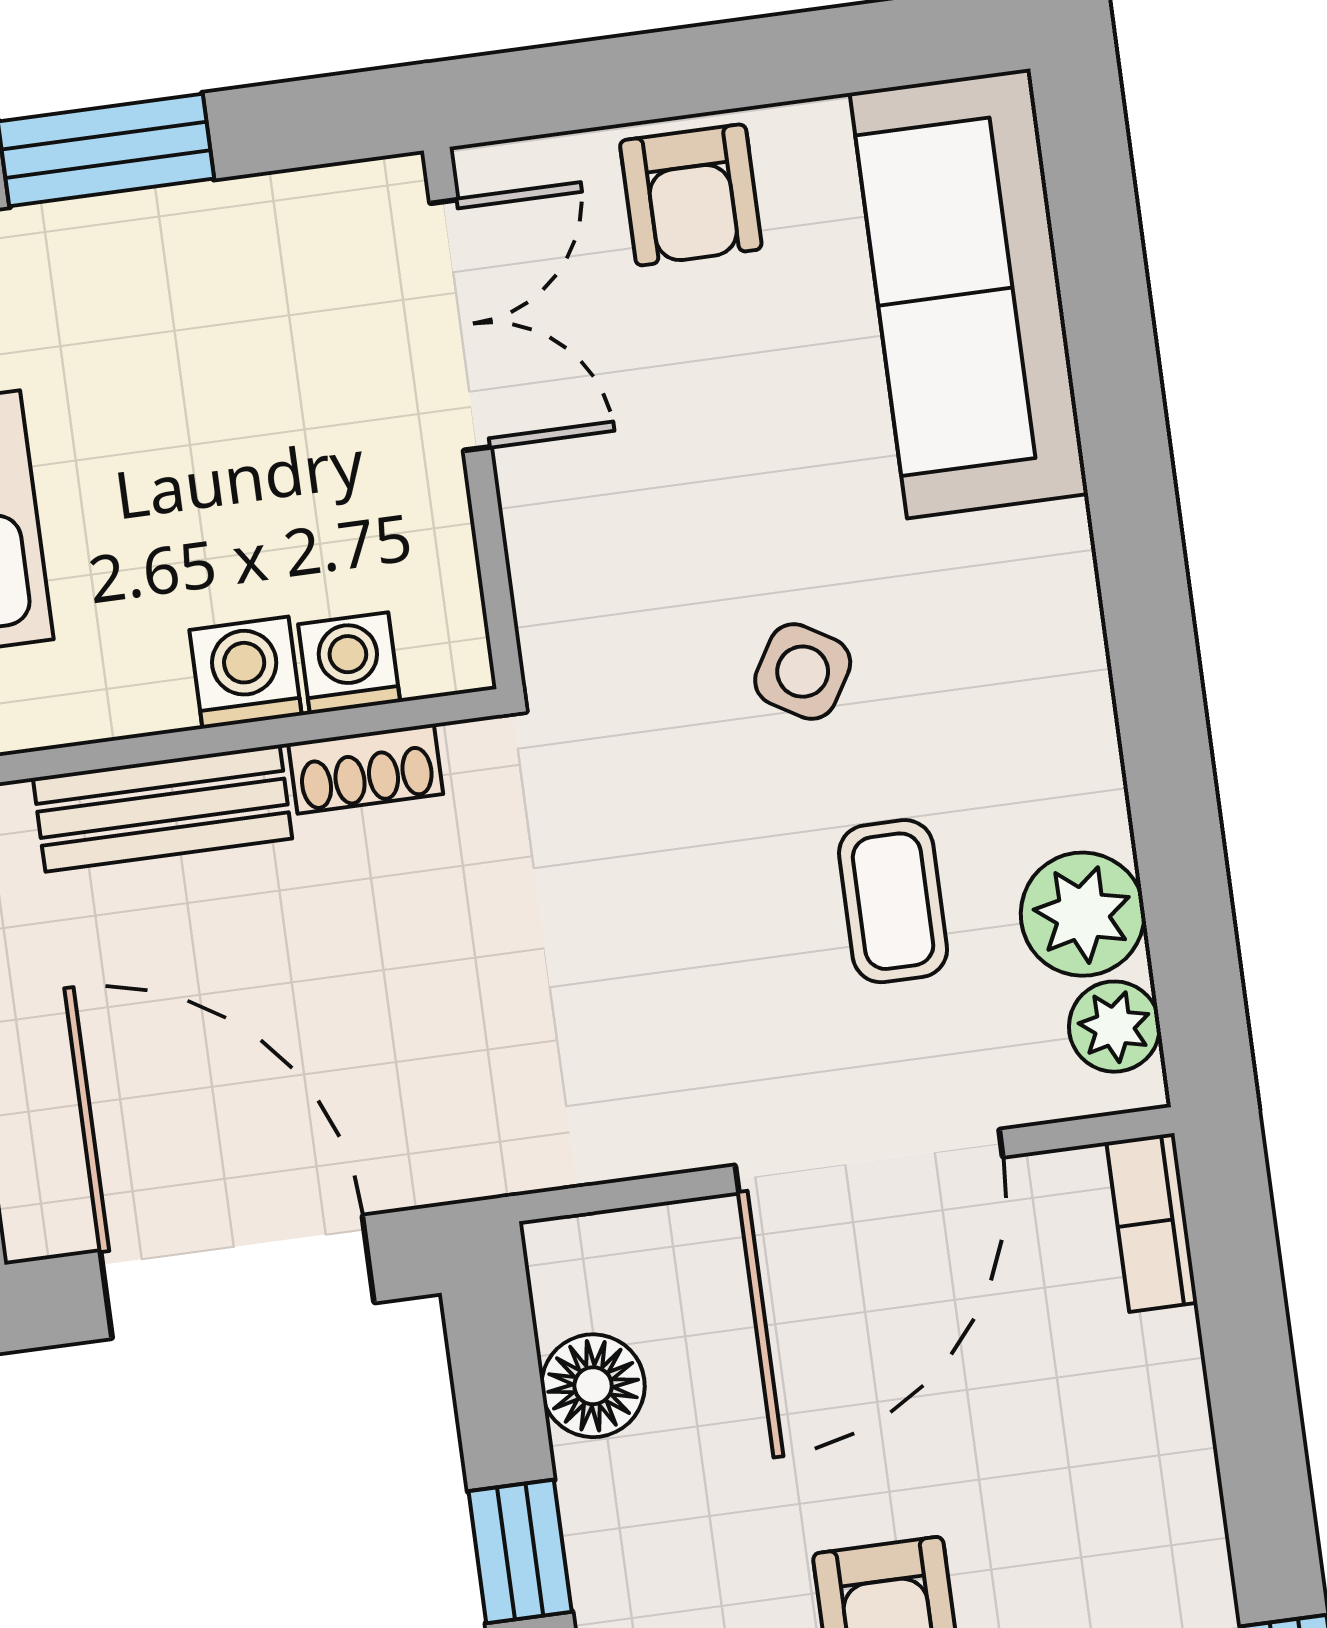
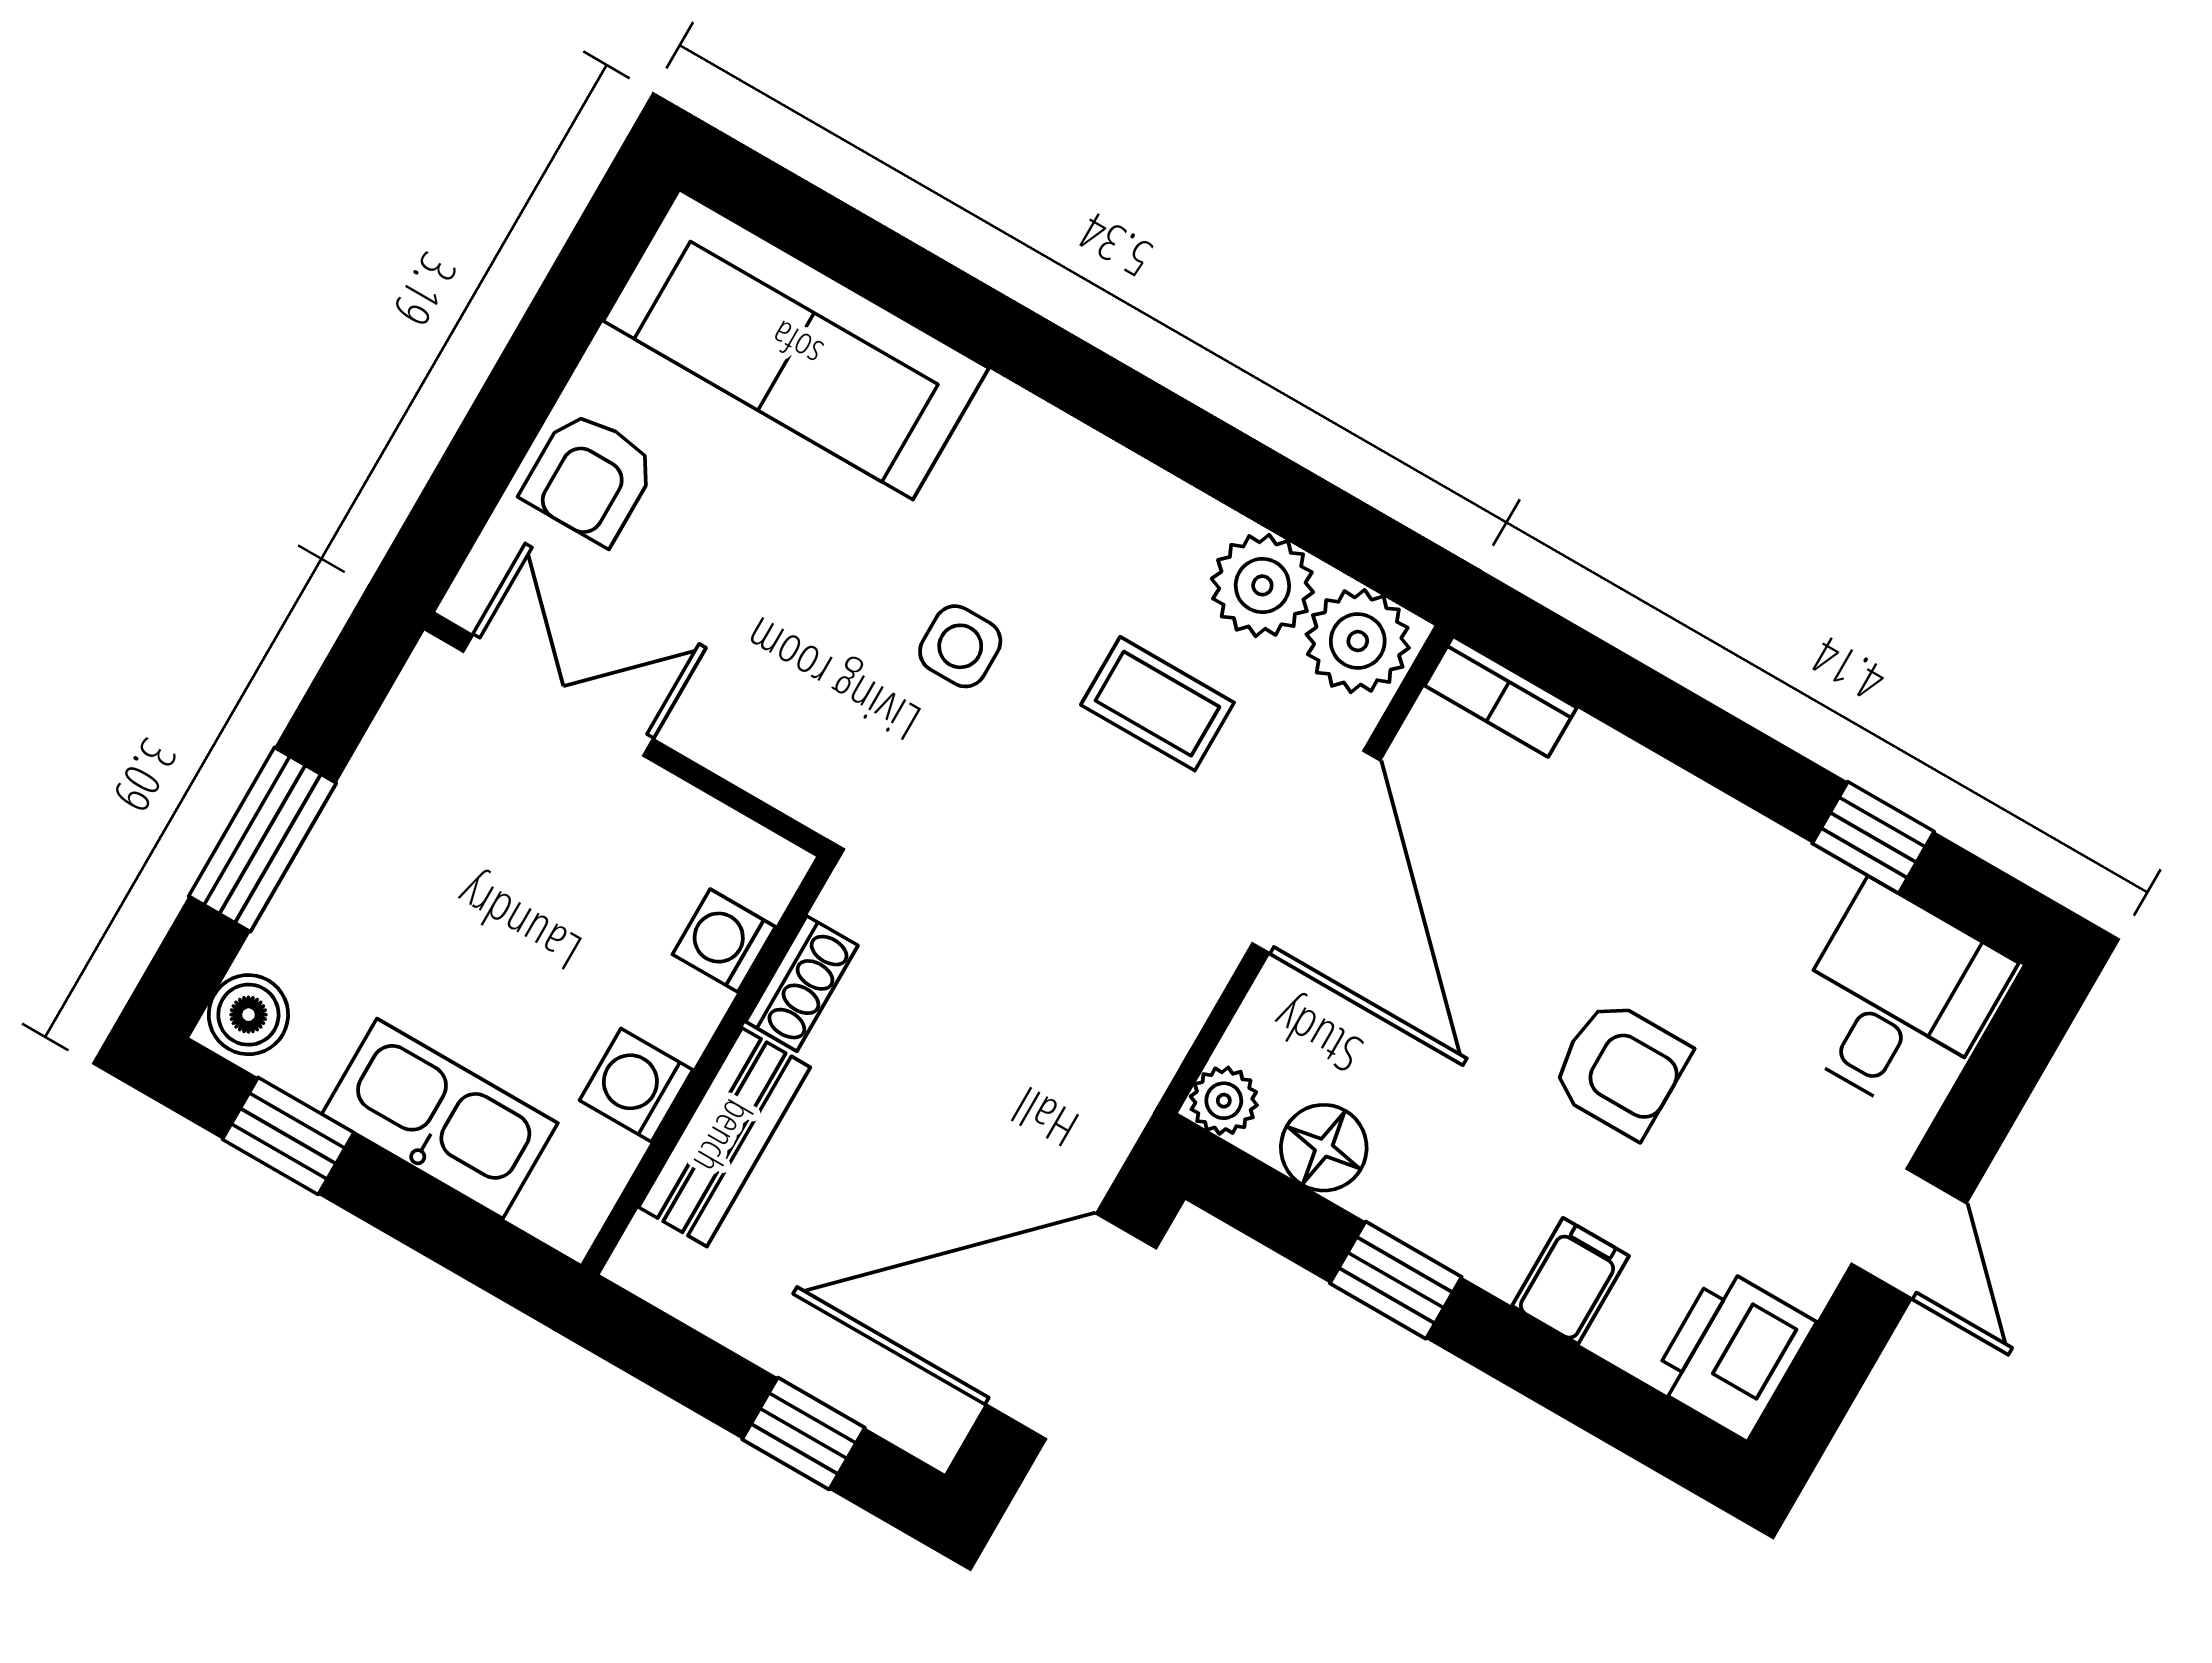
armchair: (691, 195) -> (590, 477), turned 90
side table: (803, 672) -> (960, 646), turned -31
washing machine: (245, 673) -> (636, 1085), moved
plant: (1114, 1027) -> (1358, 641), width x1.38, depth x1.38
plant: (564, 1256) -> (1224, 1101), added

